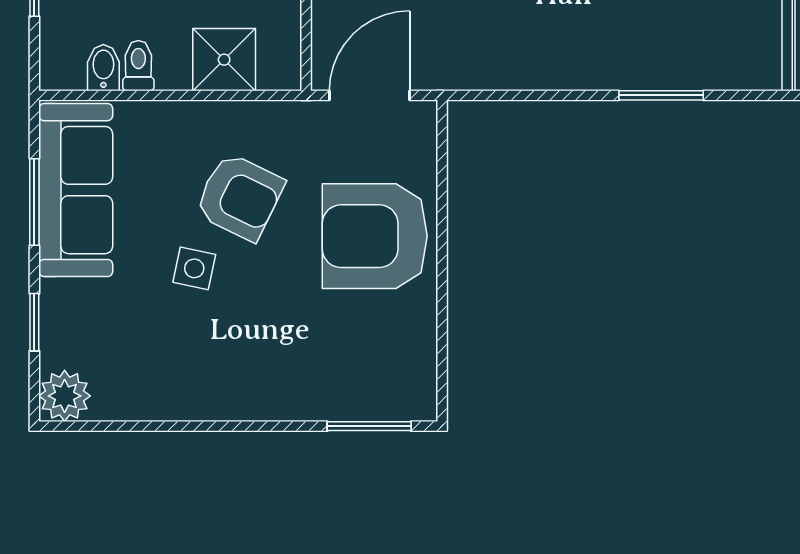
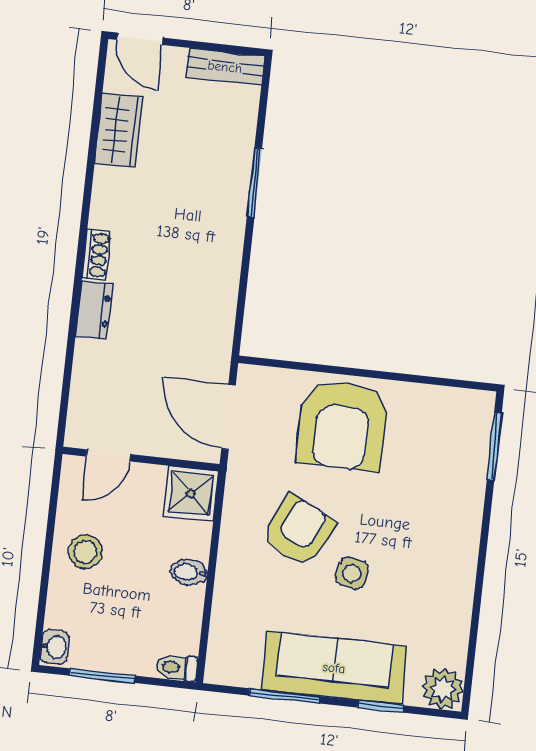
shower: (224, 60) -> (191, 494), moved
toilet: (138, 66) -> (177, 668), moved
bidet: (103, 68) -> (189, 572), moved
sofa: (76, 190) -> (334, 668), moved

